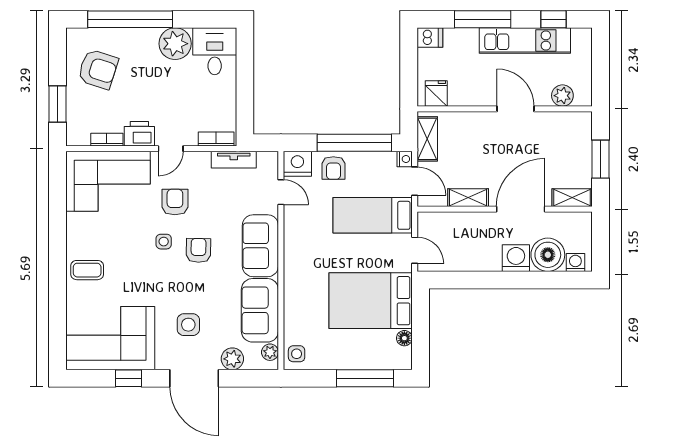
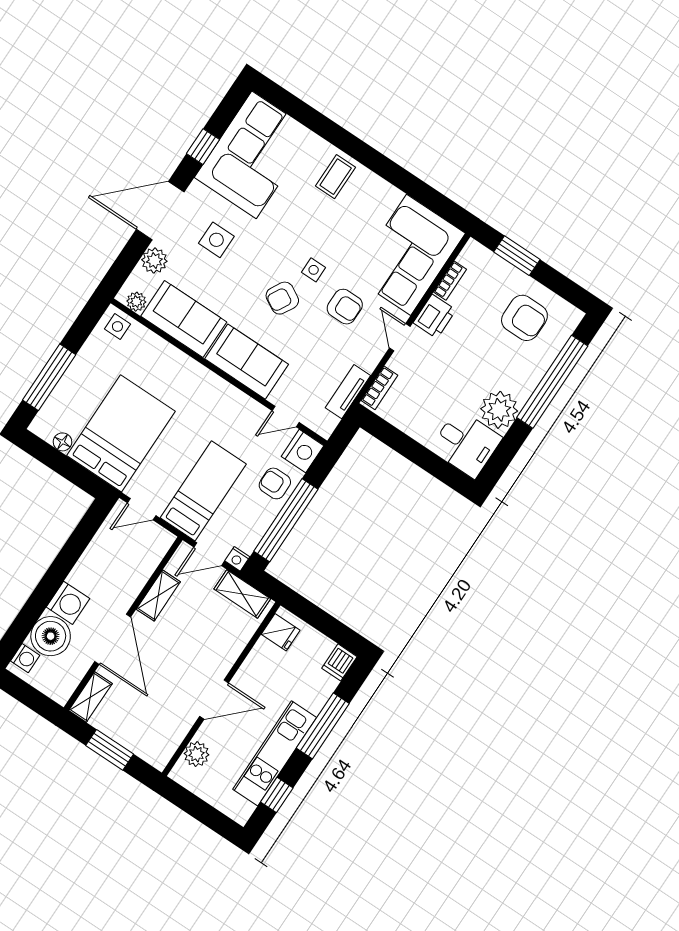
armchair: (98, 69) -> (524, 318), turned -108
armchair: (198, 250) -> (282, 298), turned 118

